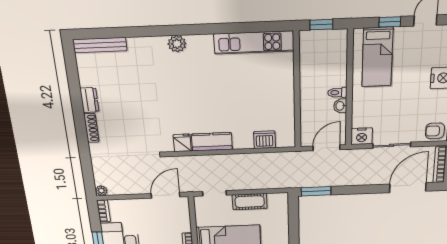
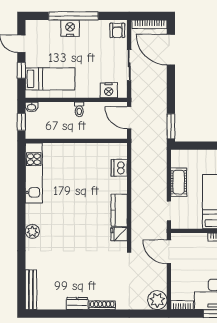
washbasin: (340, 106) -> (32, 107), moved
nightstand: (362, 136) -> (109, 90), moved, turned 90
plant: (101, 191) -> (157, 300), width x1.88, depth x1.88

